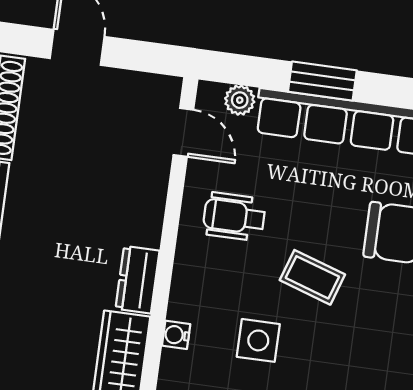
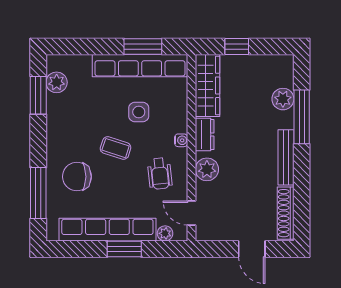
plant: (142, 212) -> (207, 169), added
wheelchair: (234, 217) -> (160, 174), turned 84
water cooler: (176, 335) -> (181, 140), moved

